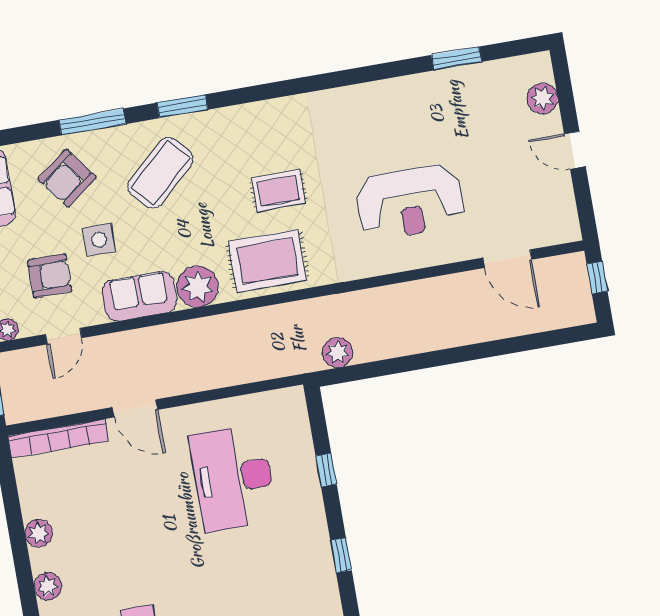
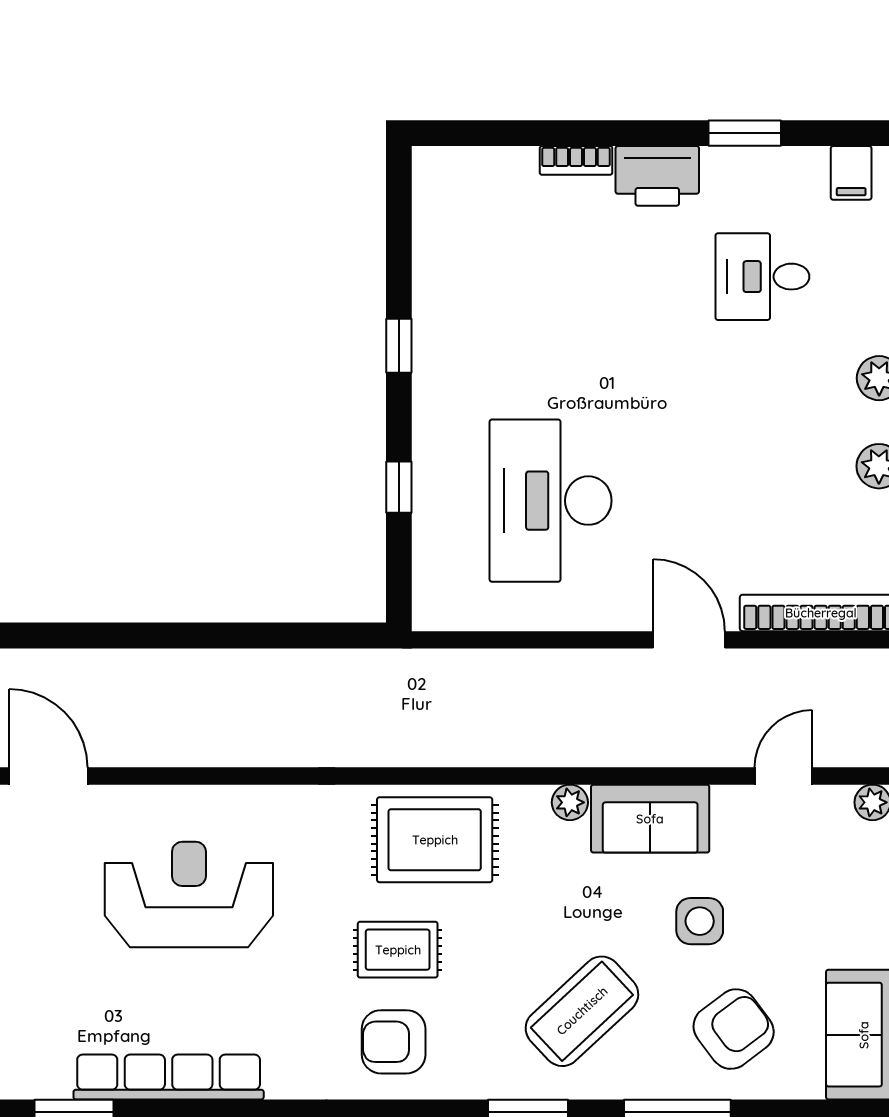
row of seats: (403, 90) -> (169, 1077), added
armchair: (50, 276) -> (394, 1042), moved
plant: (198, 287) -> (570, 802), width x0.53, depth x0.53
plant: (338, 353) -> (347, 673), removed
desk: (233, 478) -> (551, 501), turned 180

